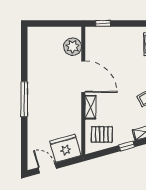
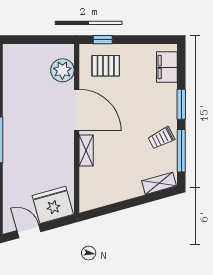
pallet: (102, 134) -> (106, 66), moved
window: (127, 146) -> (134, 202), removed

